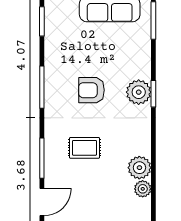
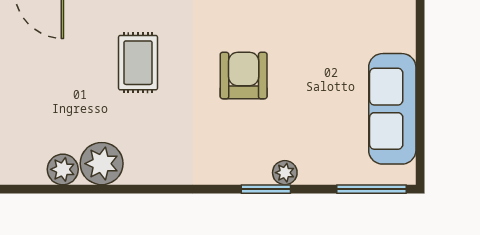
plant: (139, 92) -> (285, 173), moved, width x0.53, depth x0.53
window: (153, 94) -> (266, 189), moved

